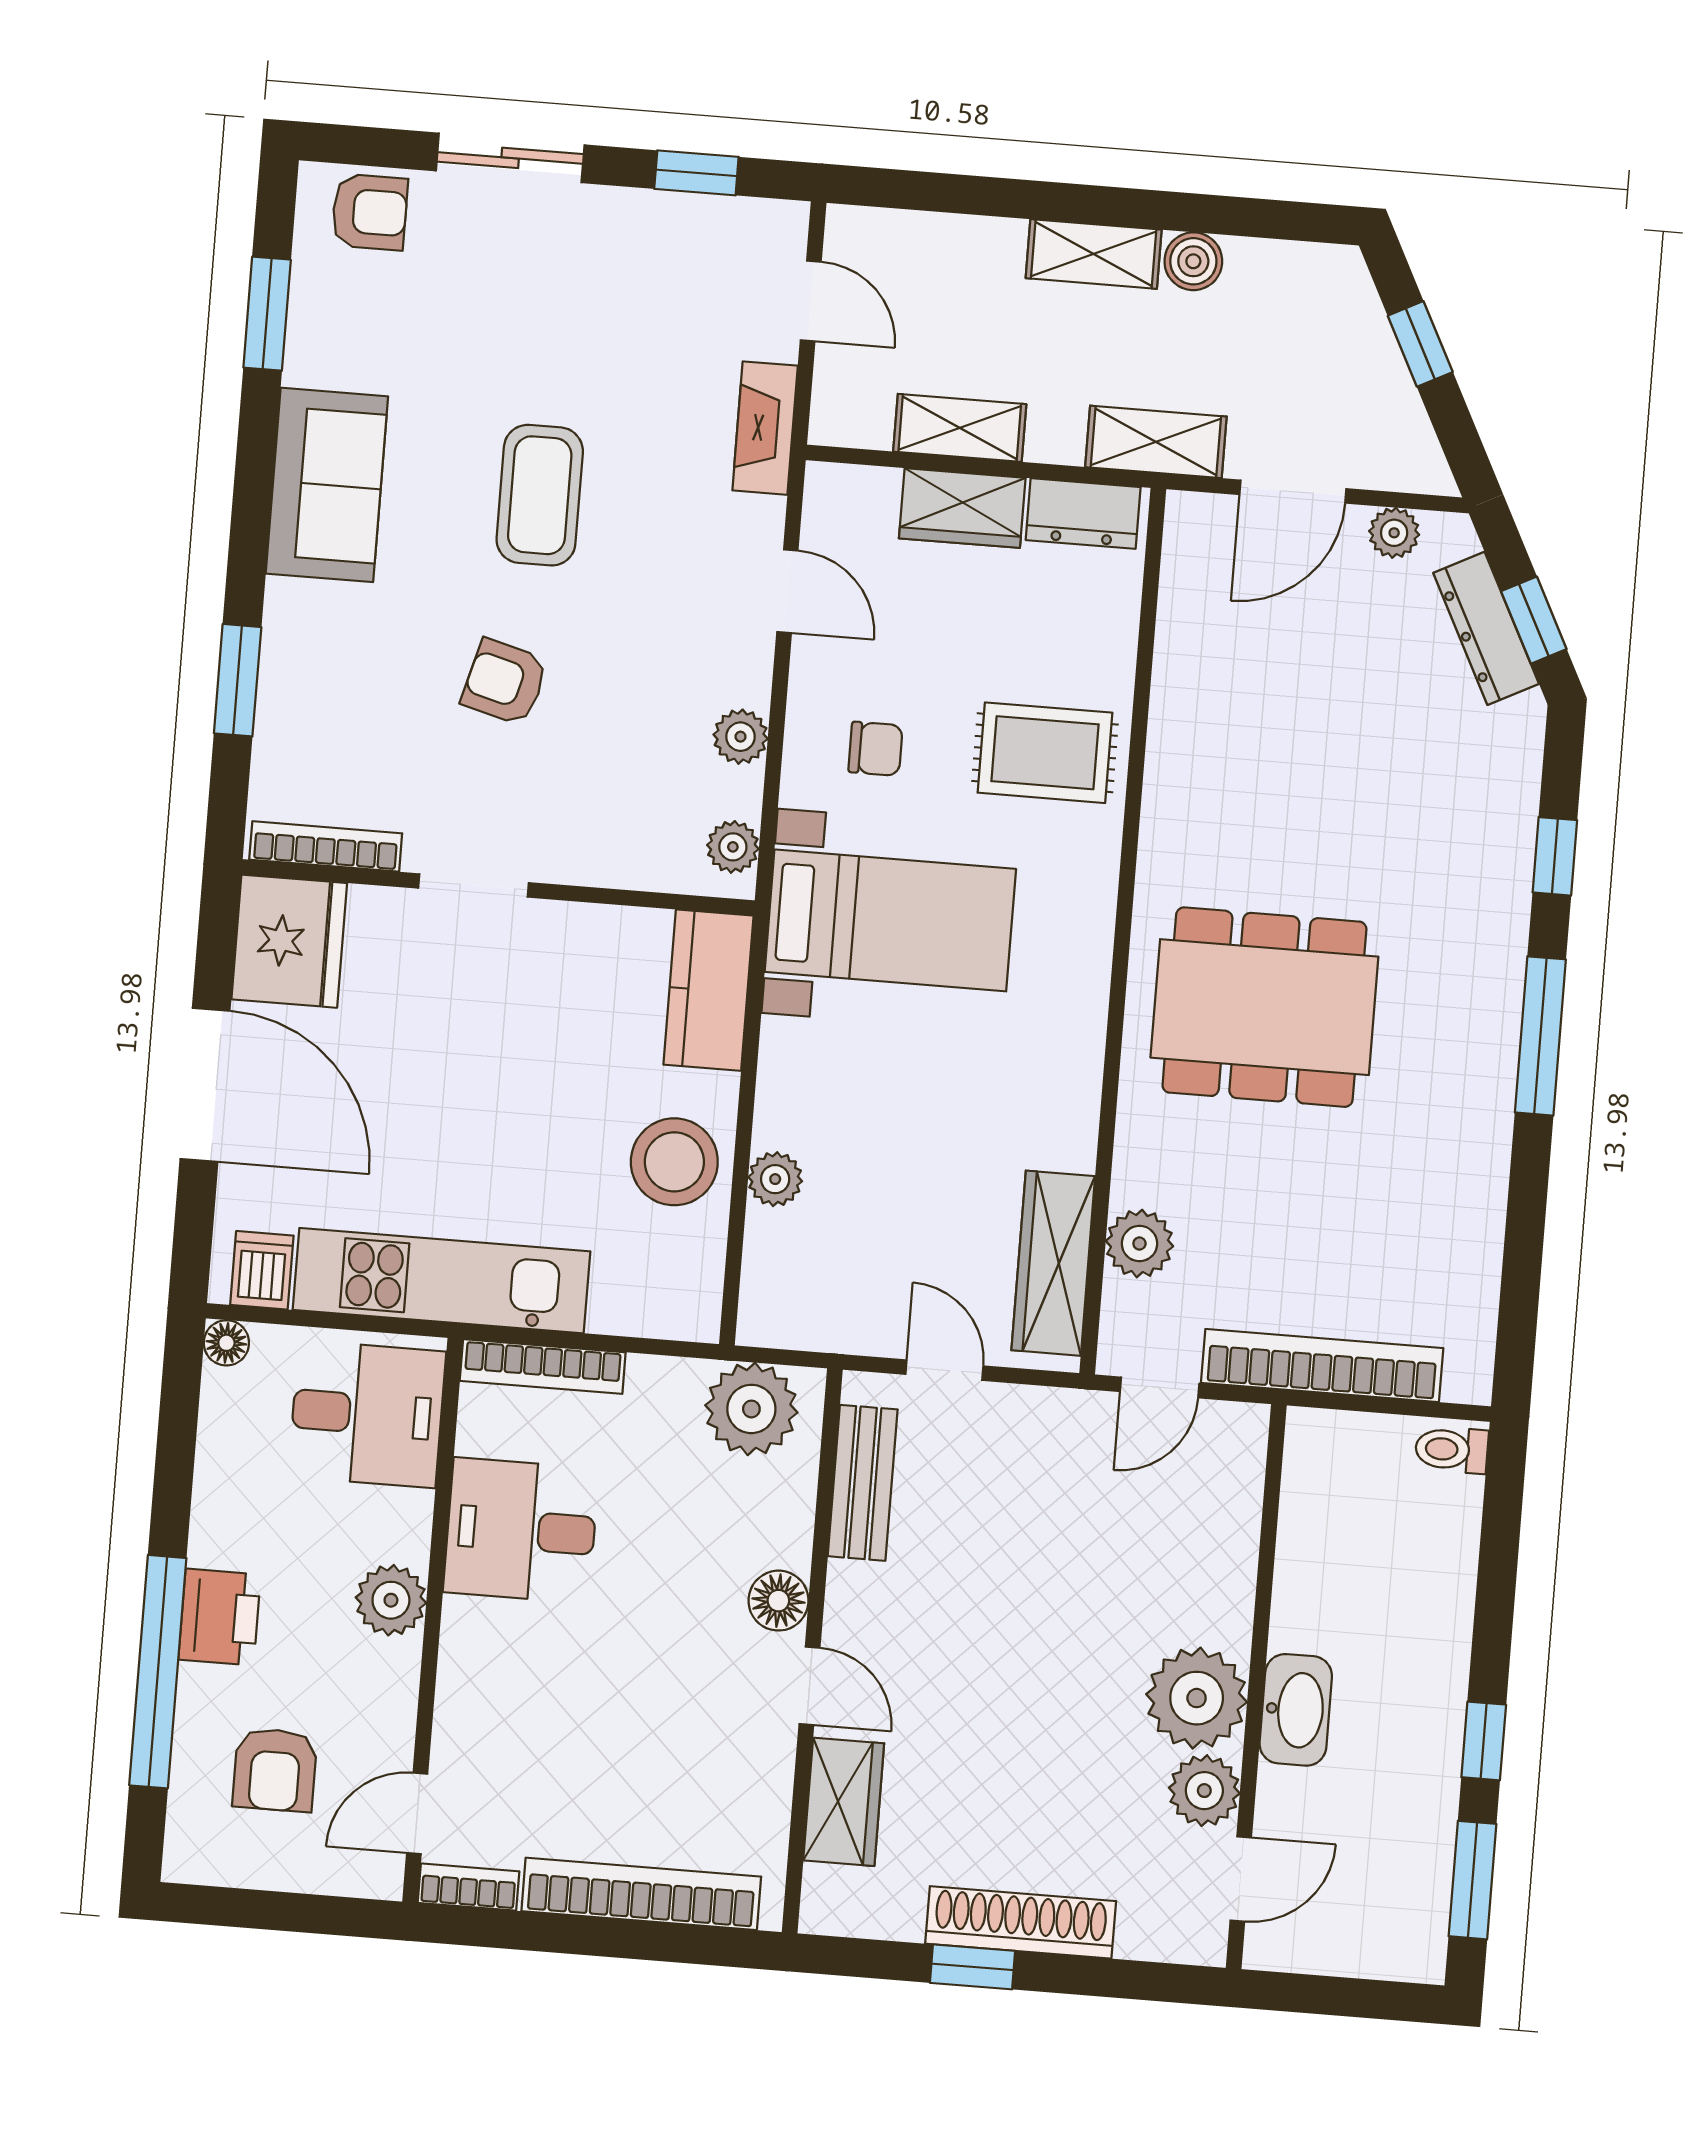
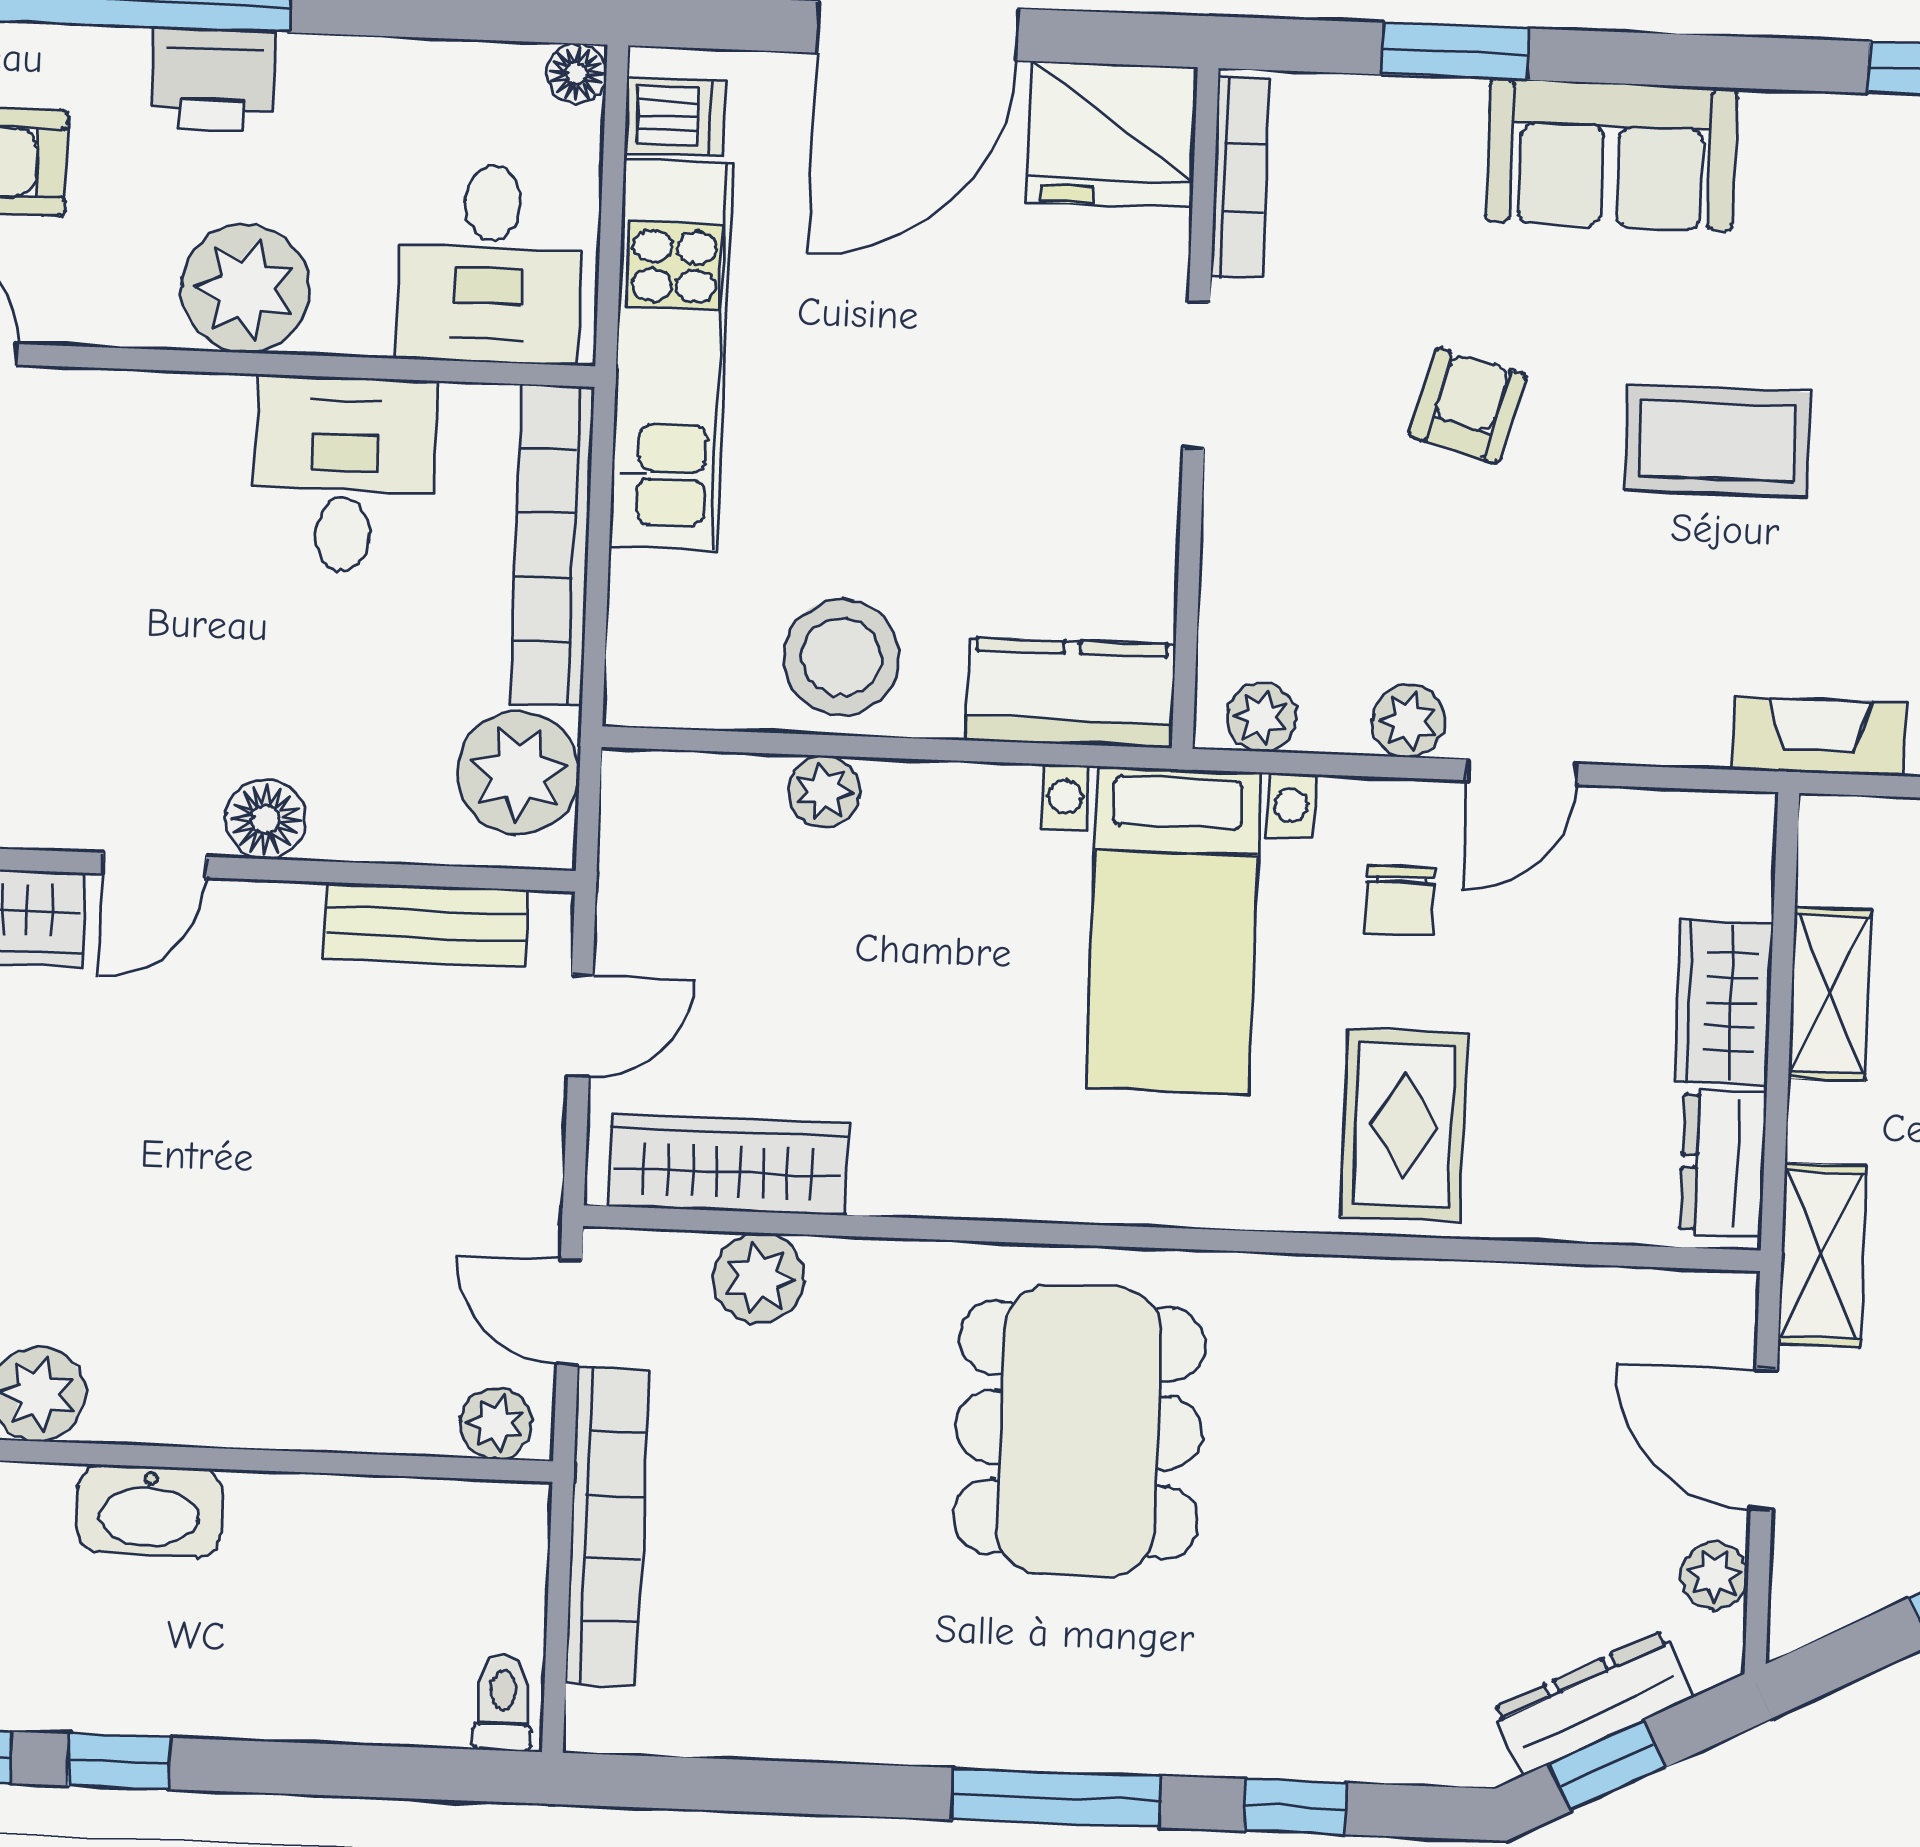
sofa: (327, 485) -> (1611, 155), moved
door: (787, 591) -> (1522, 772), moved
bookcase: (543, 1367) -> (552, 545), width x1.48, depth x1.31
plant: (391, 1600) -> (245, 289), width x1.36, depth x1.36
plant: (1197, 1698) -> (496, 1423), moved, width x0.53, depth x0.53

